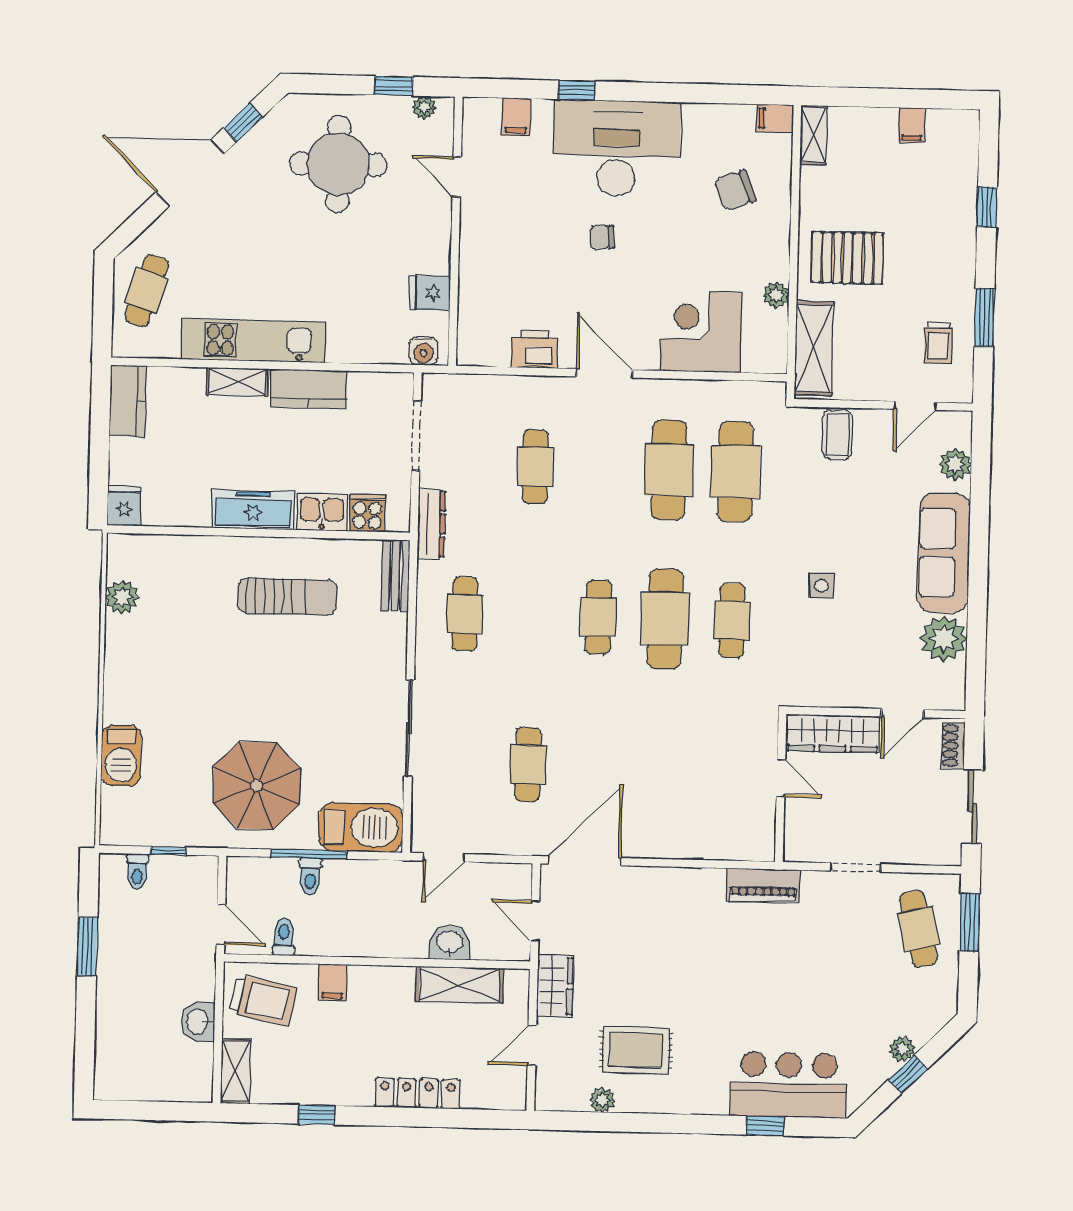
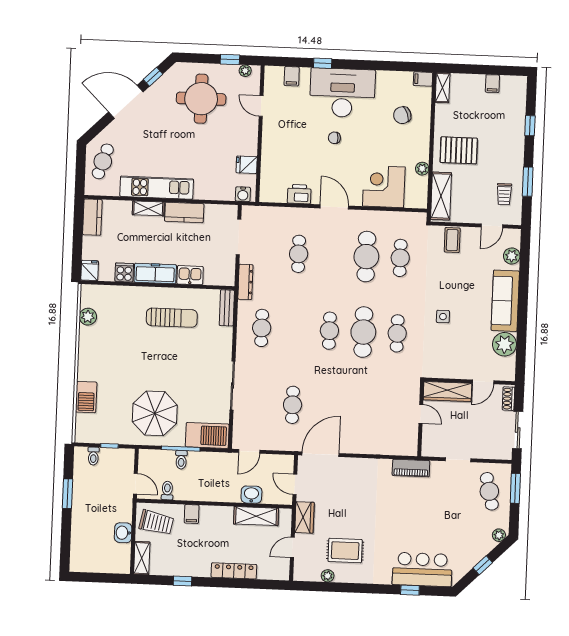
cafe table: (736, 472) -> (400, 258), width x0.73, depth x0.74
cooker: (367, 513) -> (124, 272), moved
plant: (902, 1049) -> (499, 535), moved

